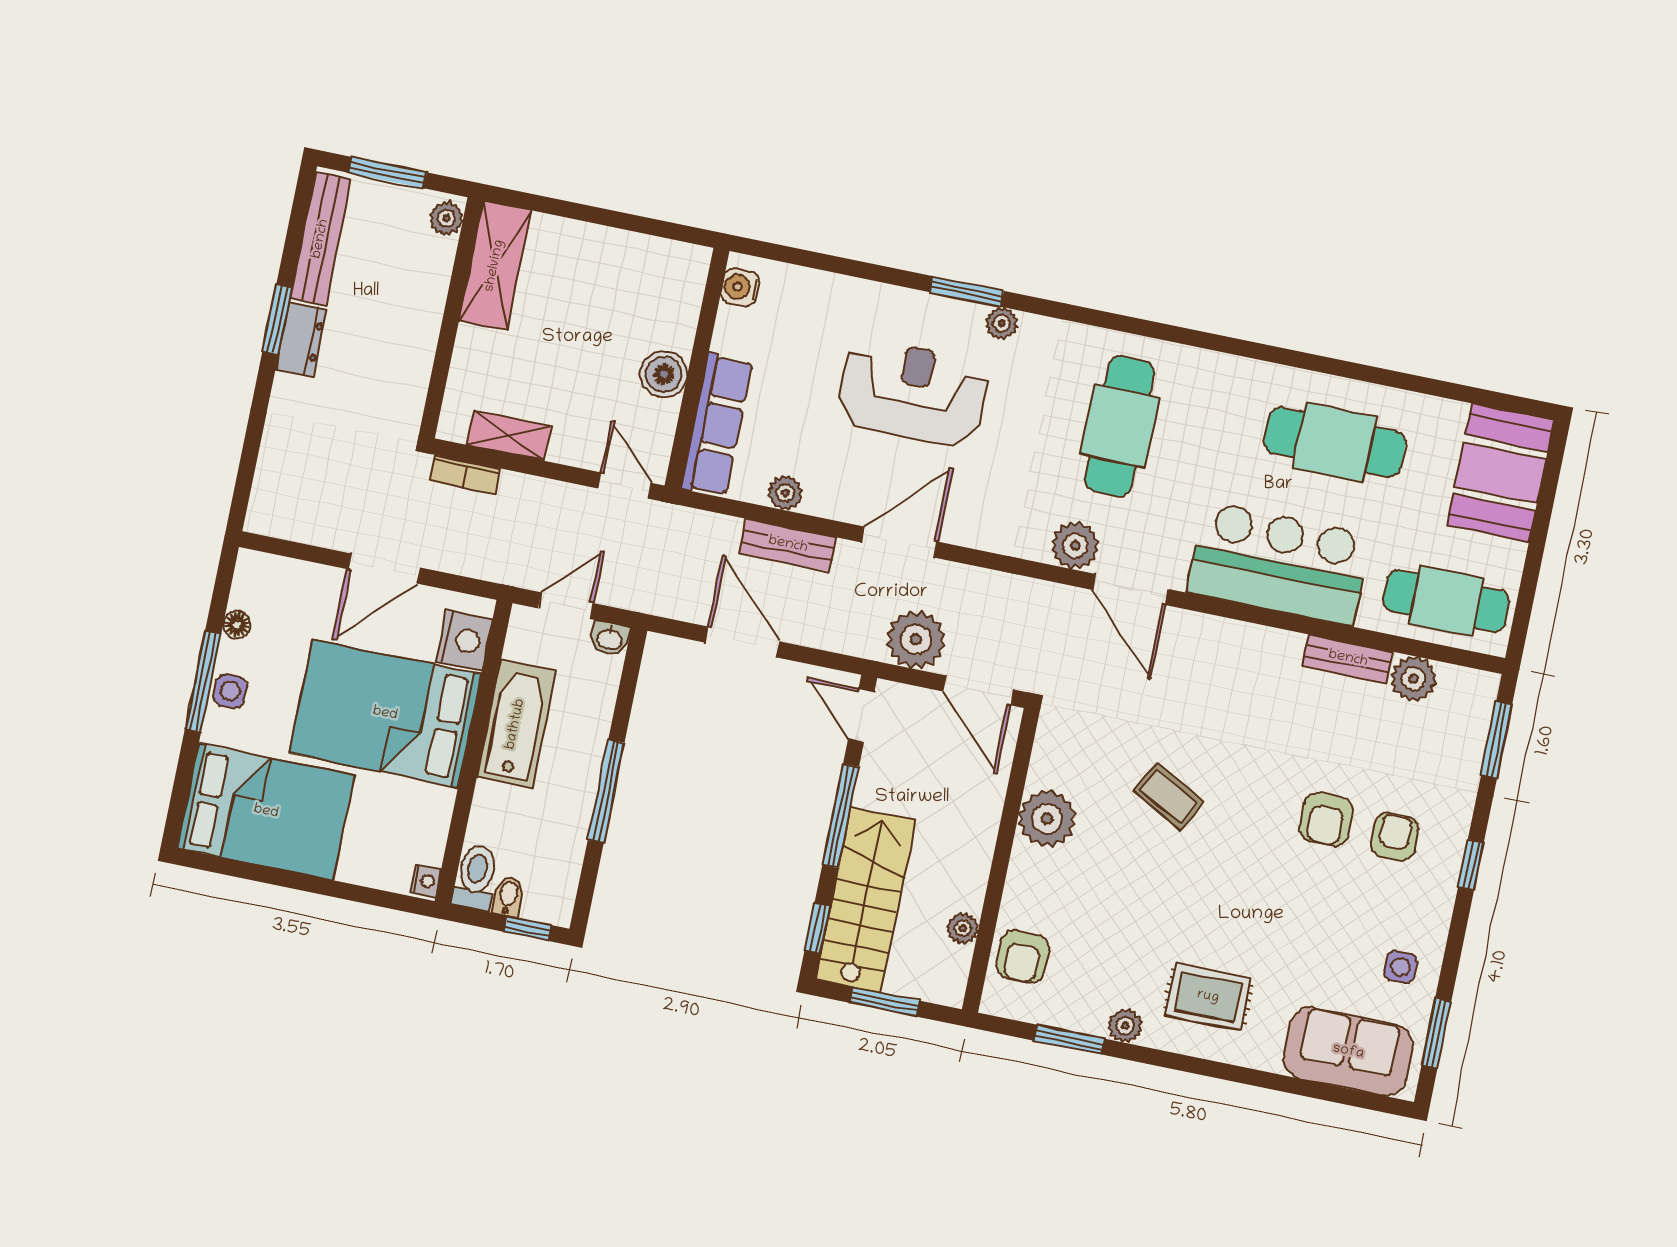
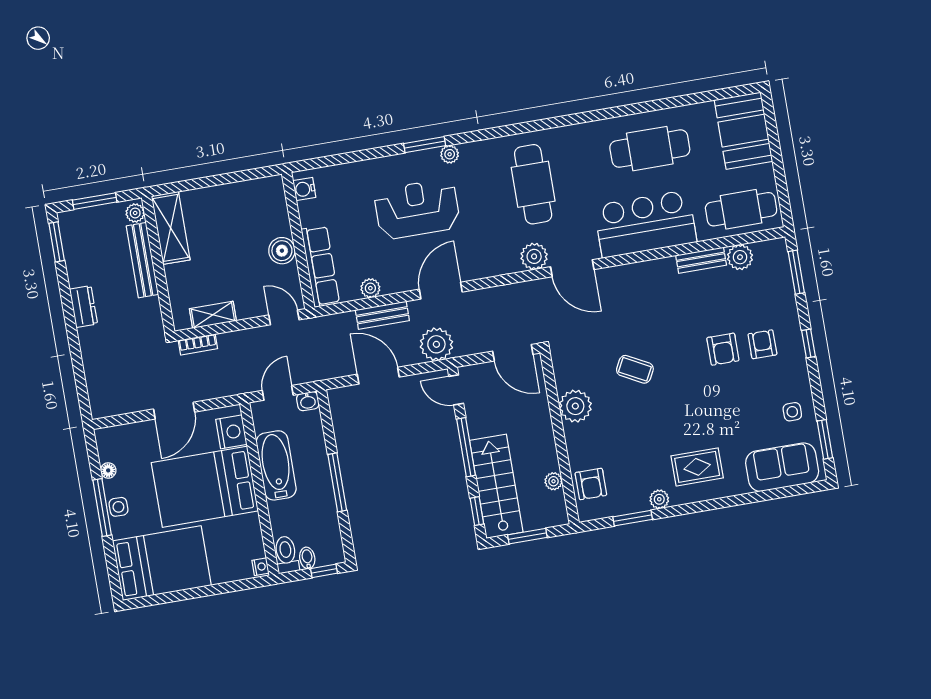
bench: (321, 239) -> (142, 260), moved
window: (277, 320) -> (57, 242), moved
plant: (916, 640) -> (436, 344), moved

